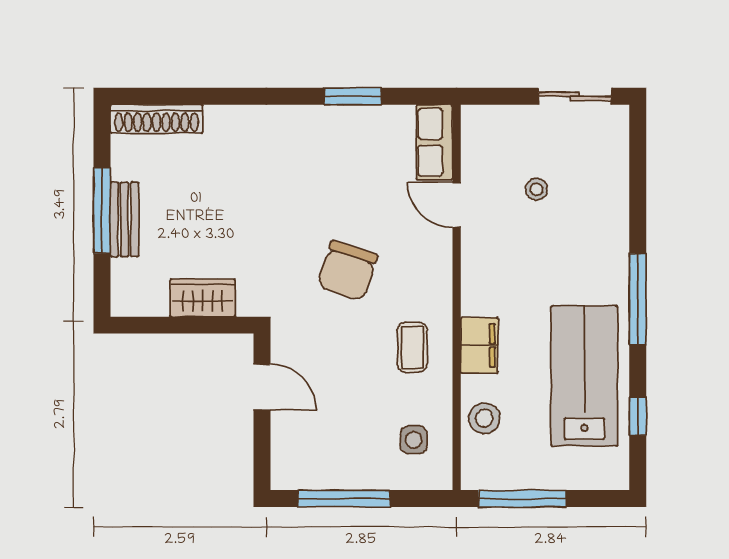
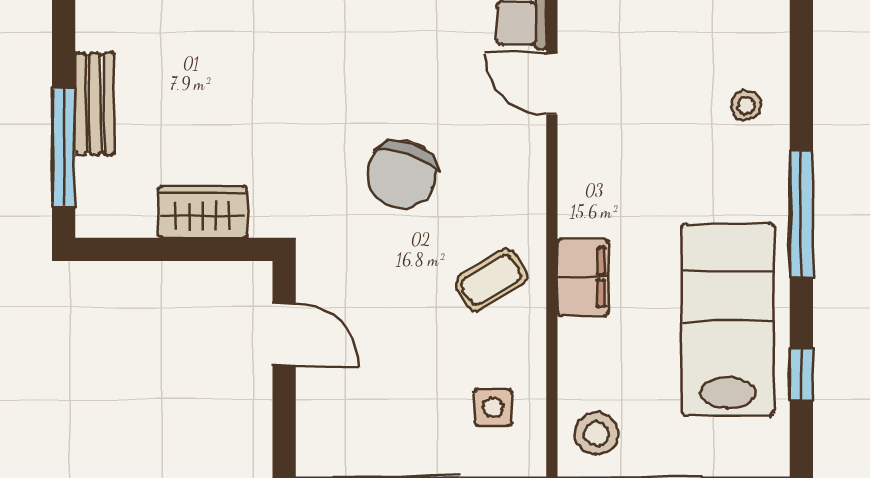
stool: (537, 189) -> (746, 105), moved
window: (102, 210) -> (64, 147), moved
coffee table: (412, 347) -> (491, 280), turned 58
stool: (484, 418) -> (597, 434), moved

